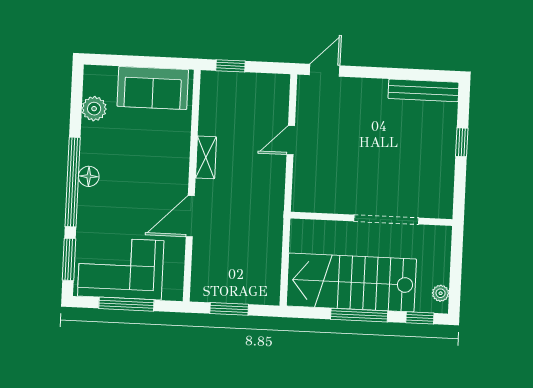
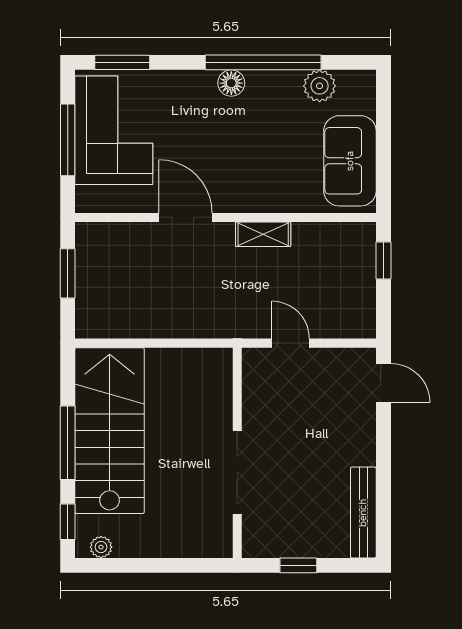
window: (73, 182) -> (263, 62), moved
wall: (371, 219) -> (237, 453), moved
doorway: (386, 220) -> (237, 472), moved

